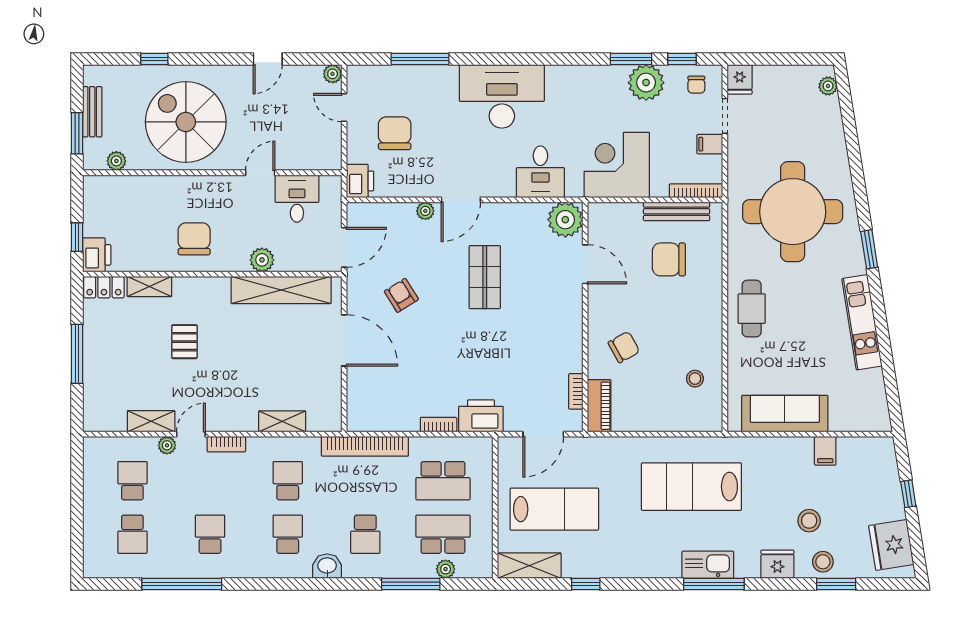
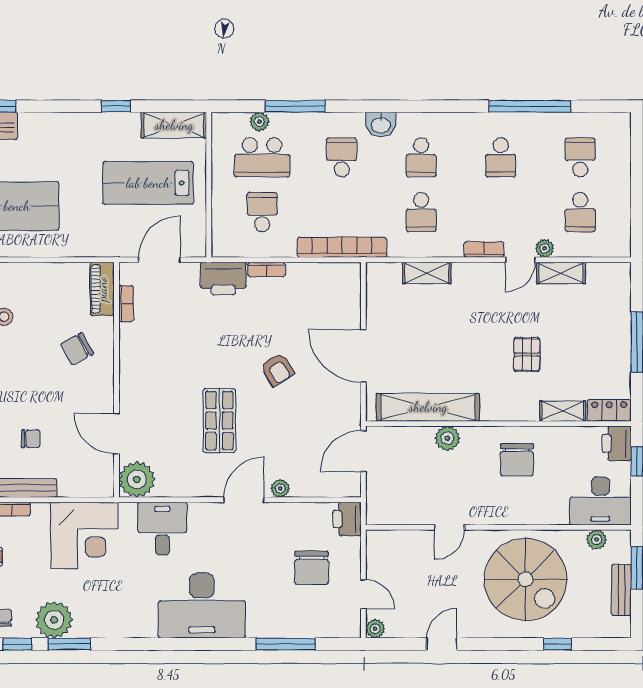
desk: (297, 199) -> (600, 501), moved, width x1.37
chair: (669, 259) -> (31, 439), width x0.54, depth x0.54
armchair: (401, 295) -> (278, 369), moved
school desk: (443, 481) -> (262, 212), width x0.54

